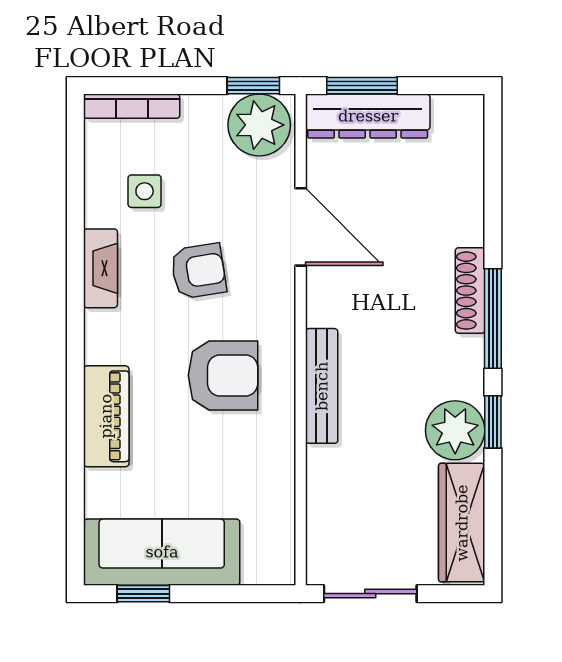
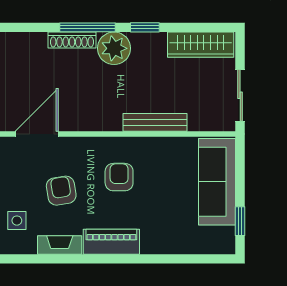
armchair: (223, 375) -> (119, 177), width x0.72, depth x0.72
bench: (322, 386) -> (155, 122), moved
piano: (106, 416) -> (111, 242), moved
plant: (455, 430) -> (114, 48), moved
sofa: (162, 552) -> (217, 182), moved

